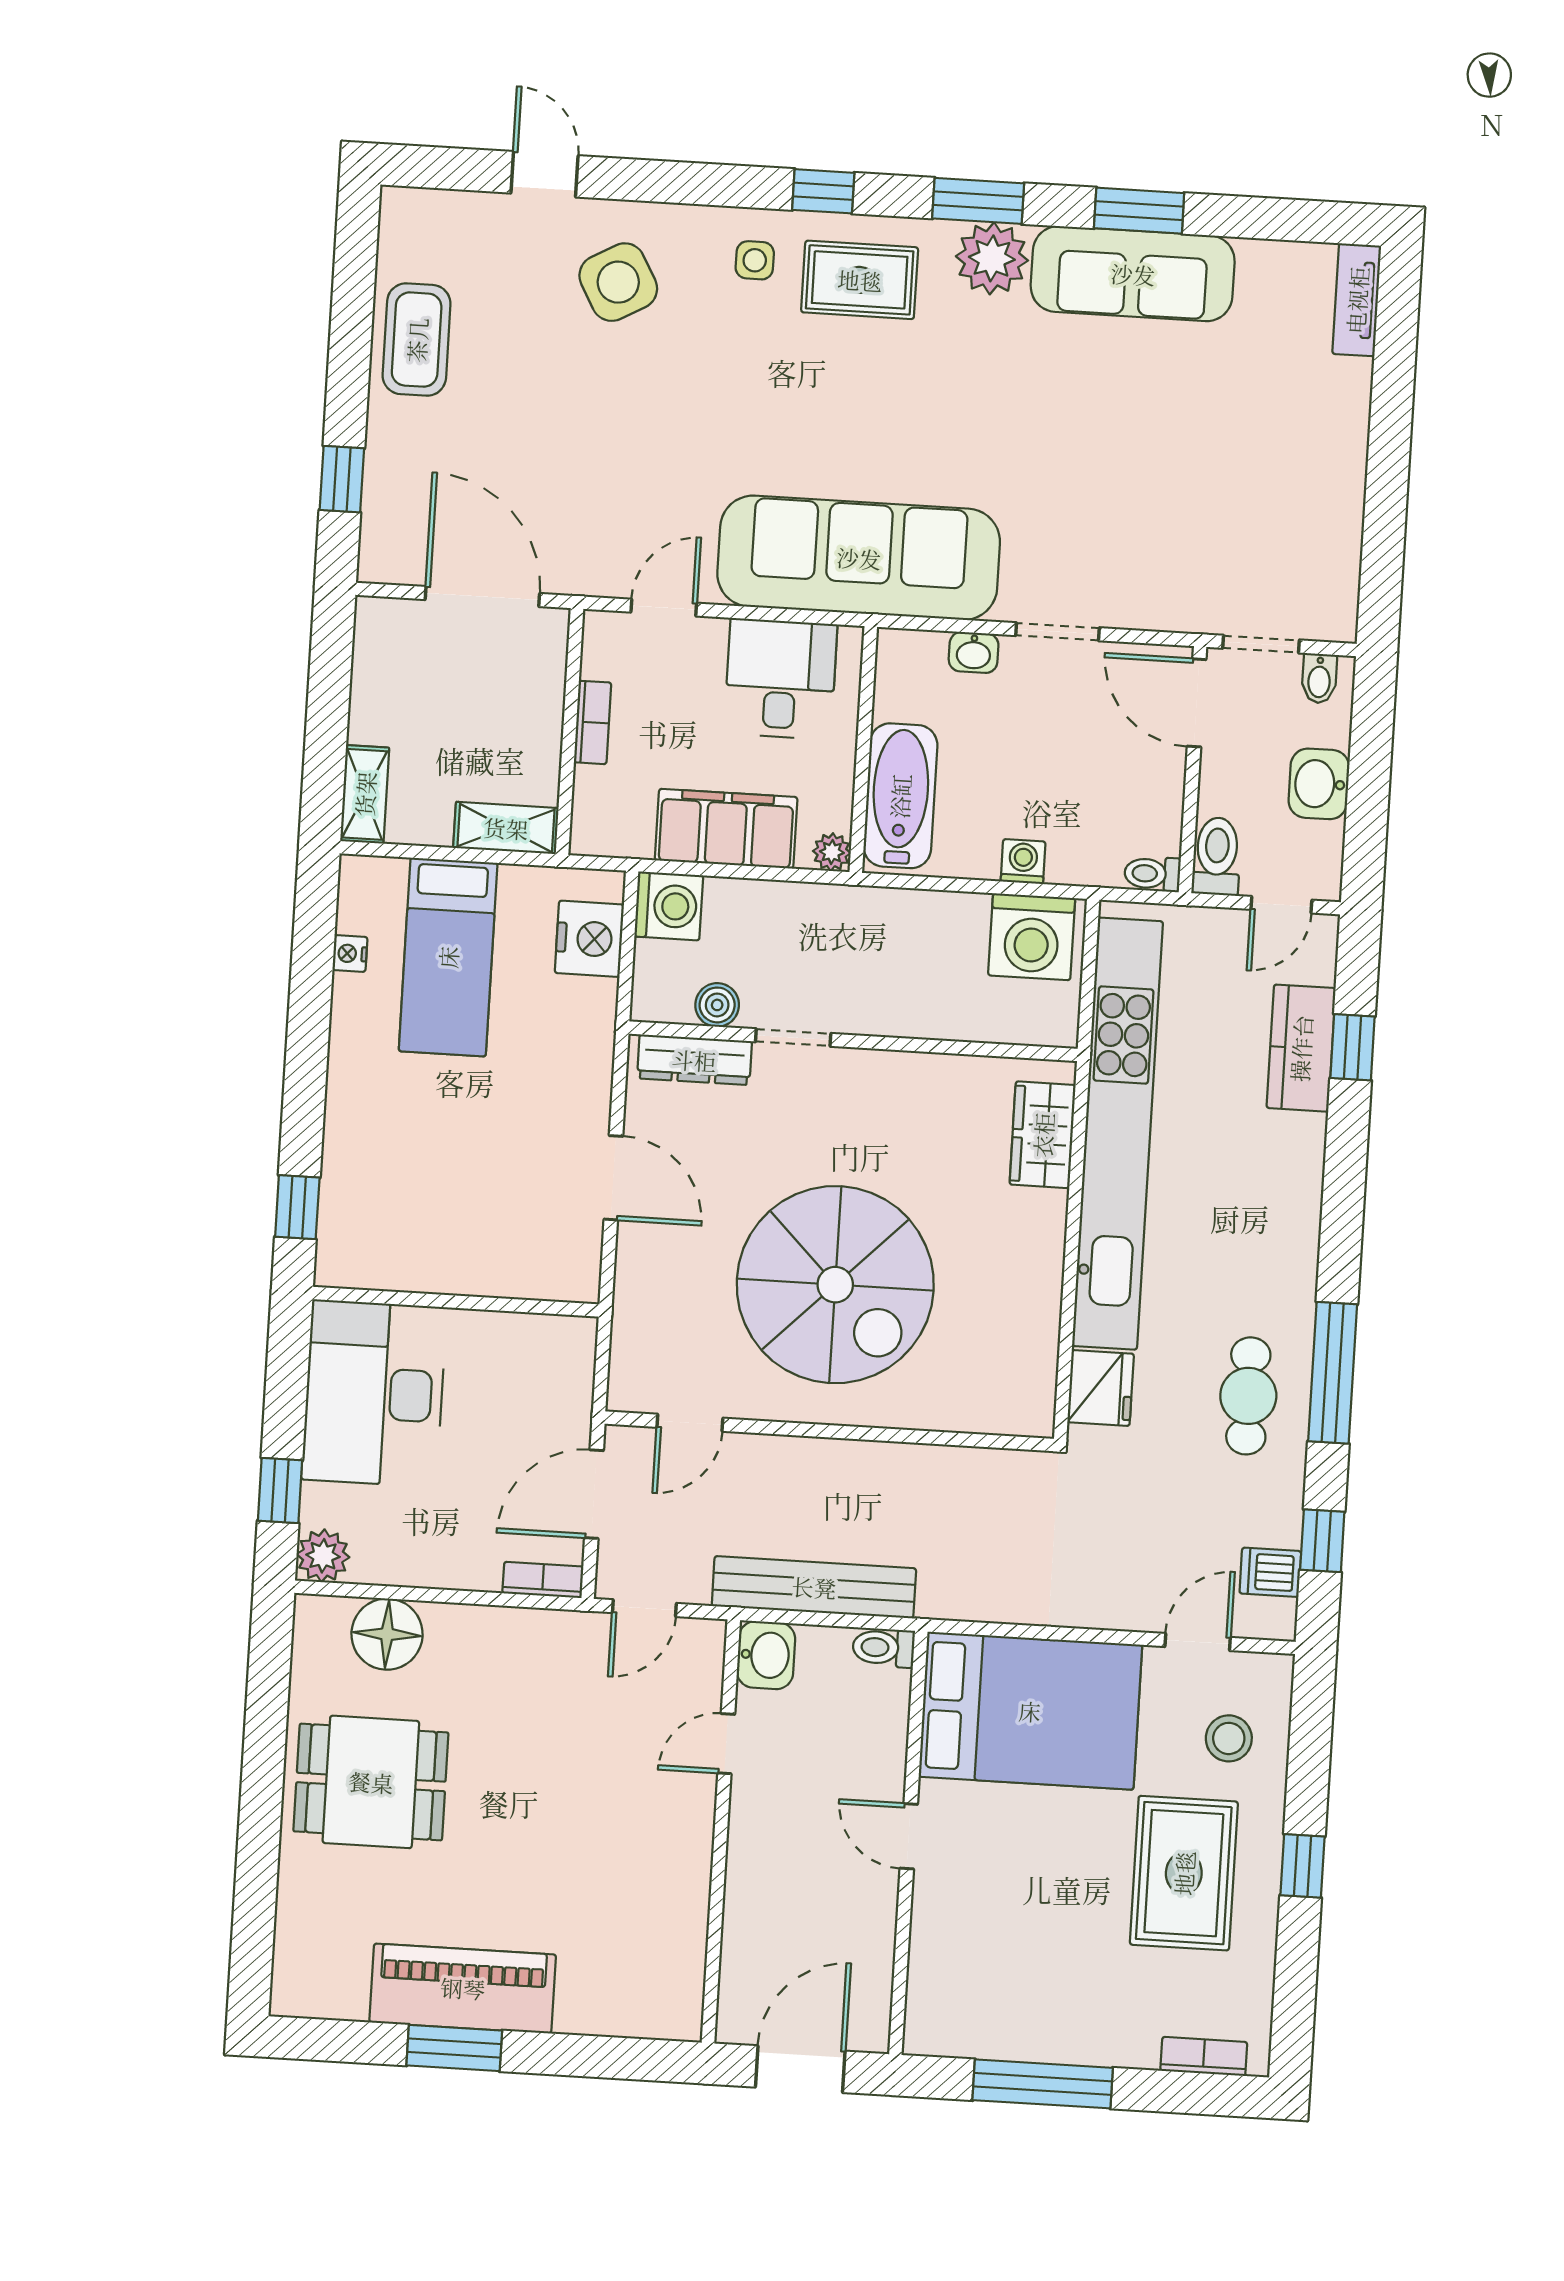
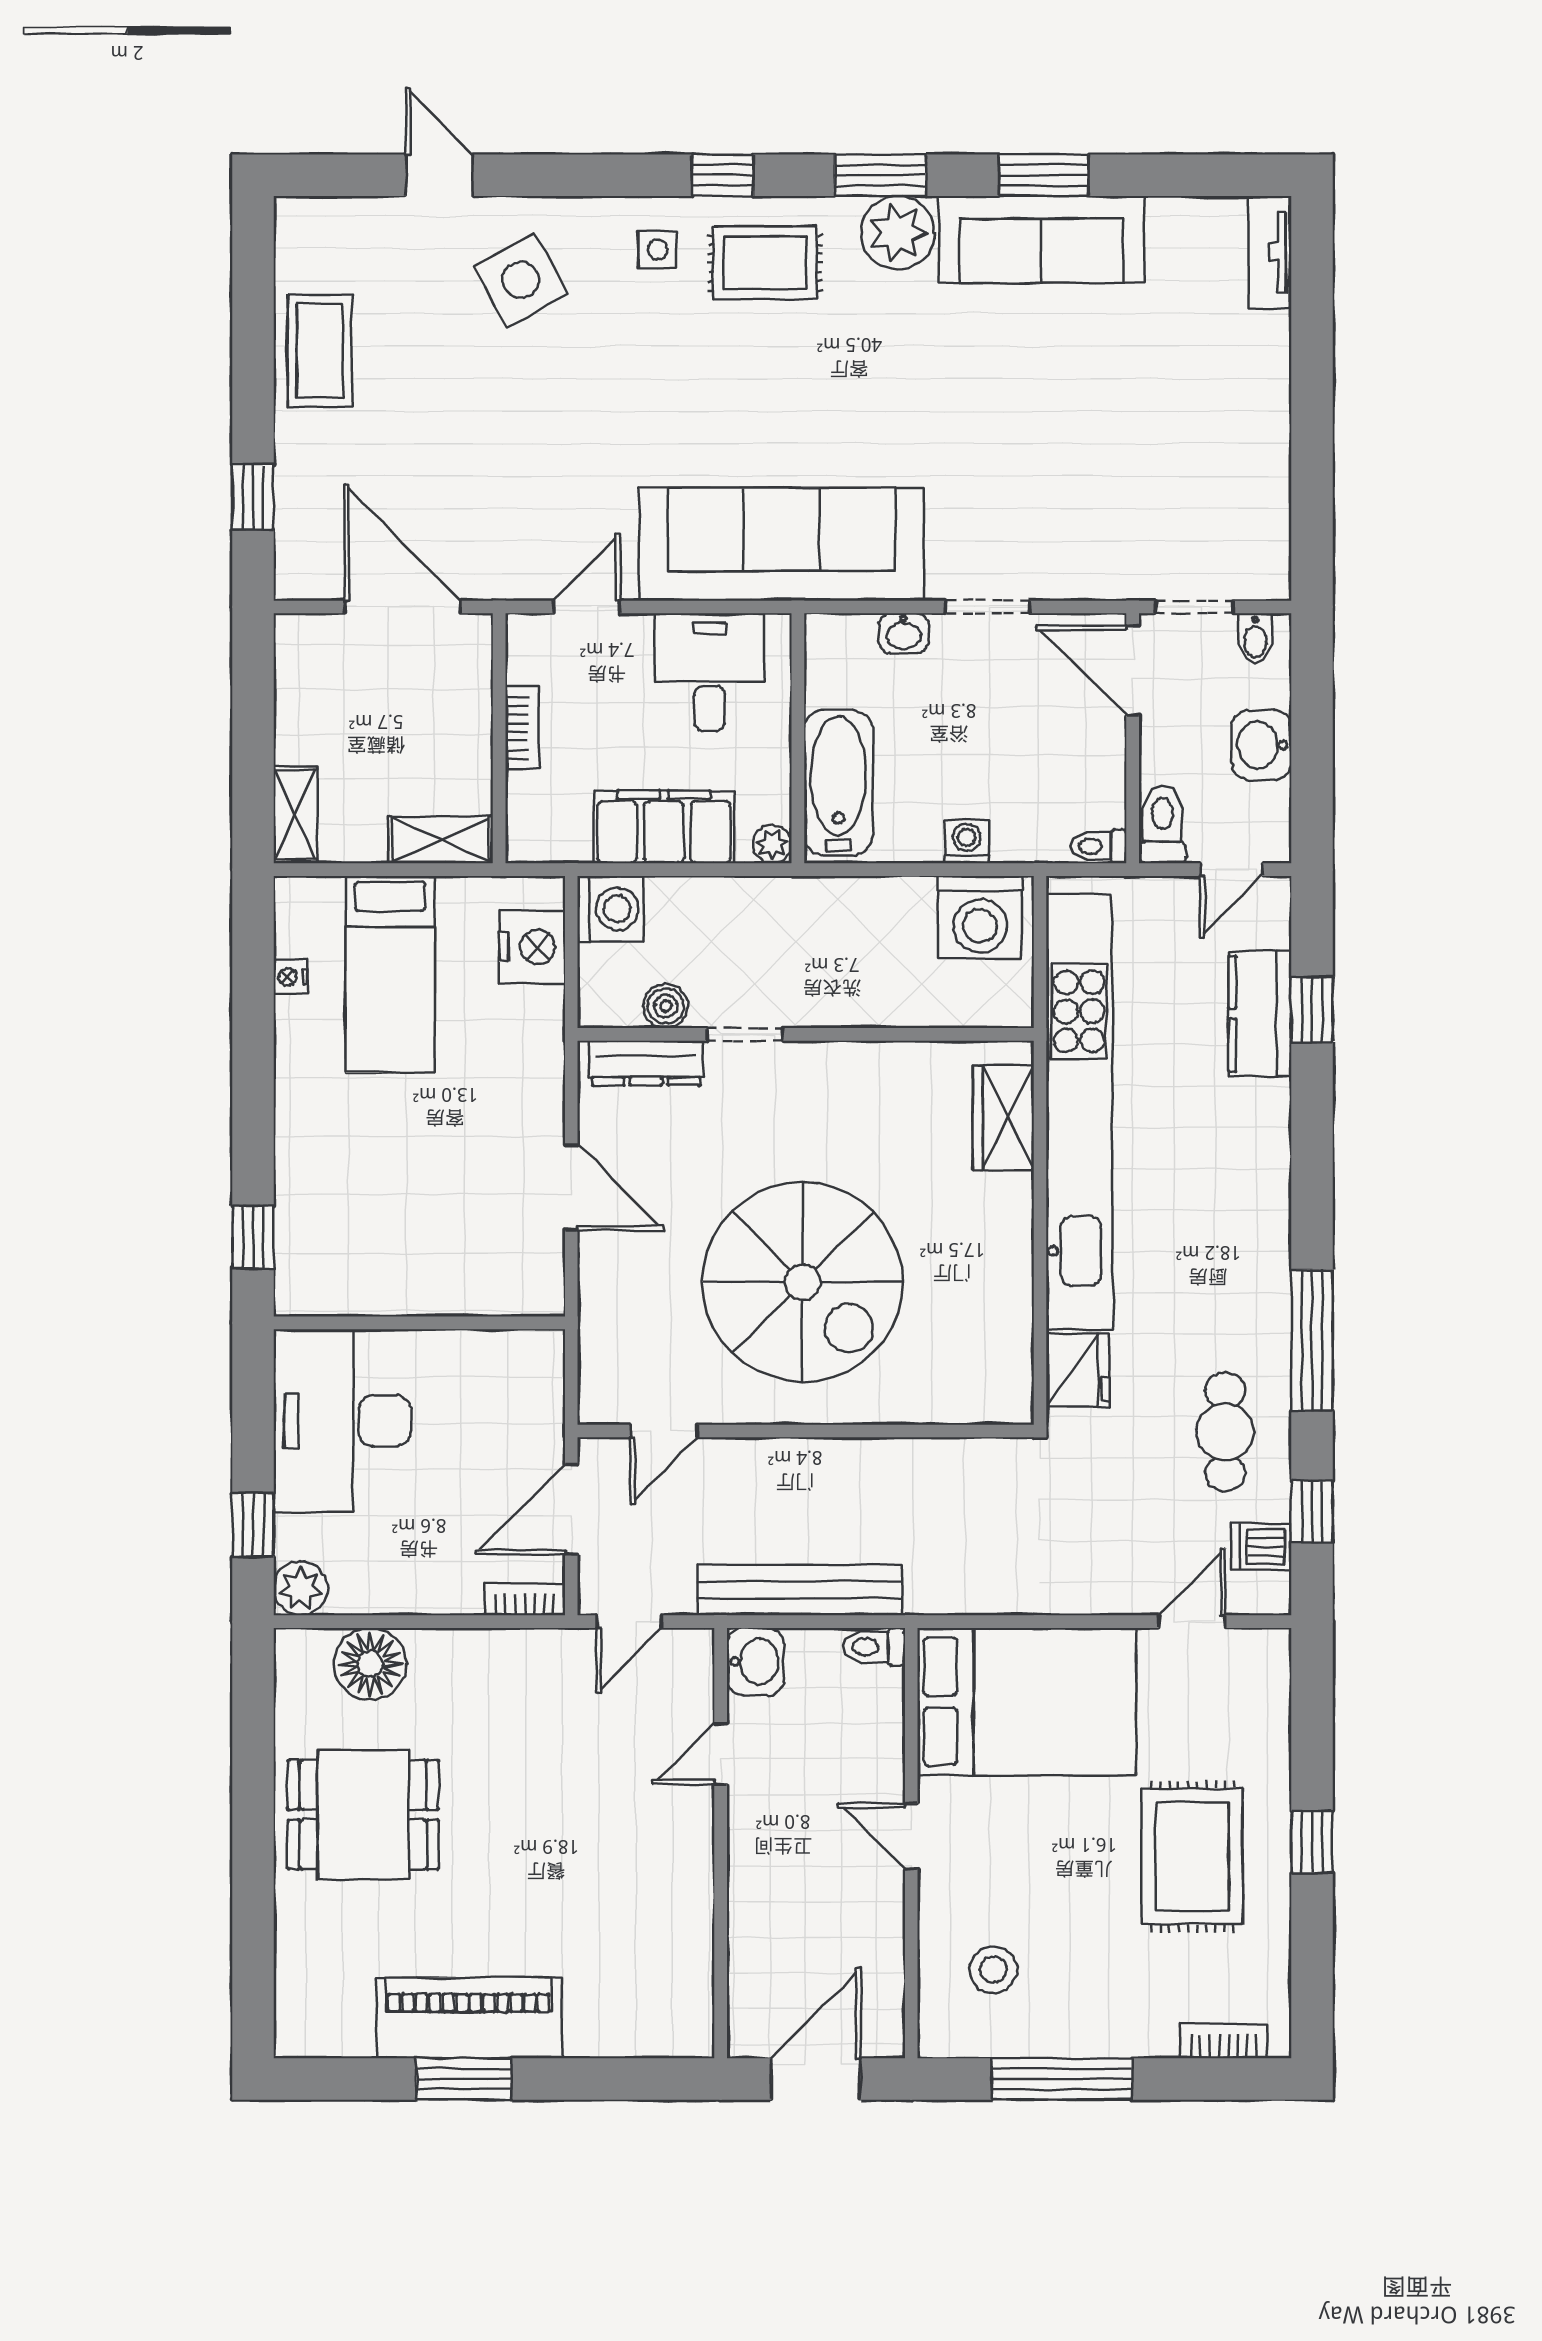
cafe table: (1248, 1396) -> (1225, 1432), moved
stool: (1229, 1738) -> (993, 1970), moved

